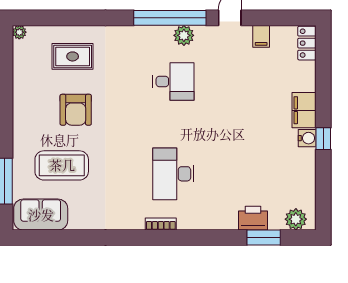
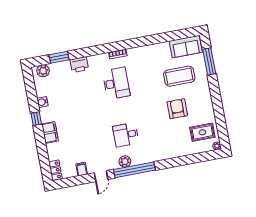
rug: (73, 56) -> (202, 132), moved
water cooler: (307, 138) -> (42, 102), moved
printer: (253, 218) -> (79, 65), moved

